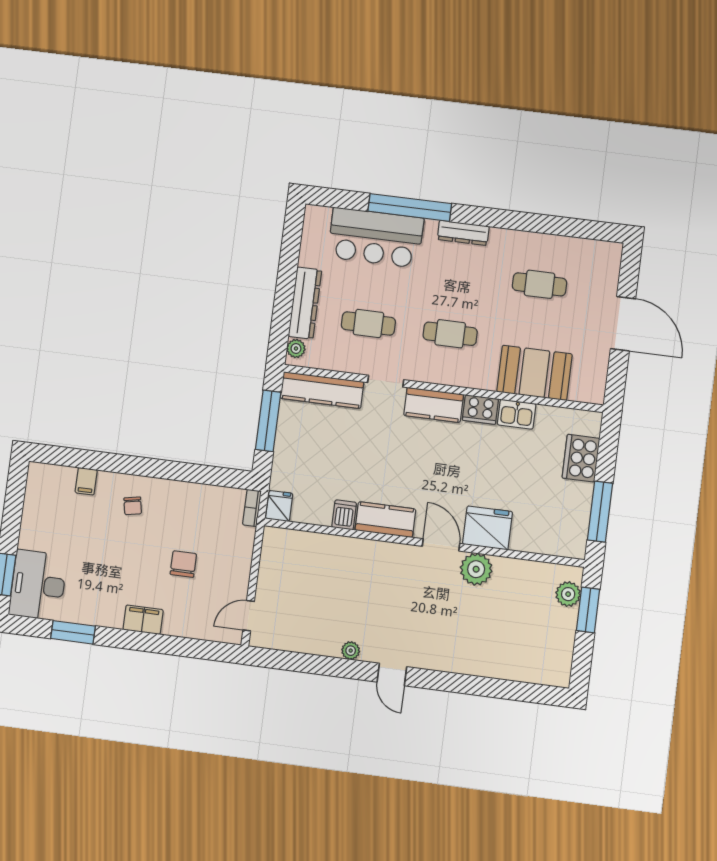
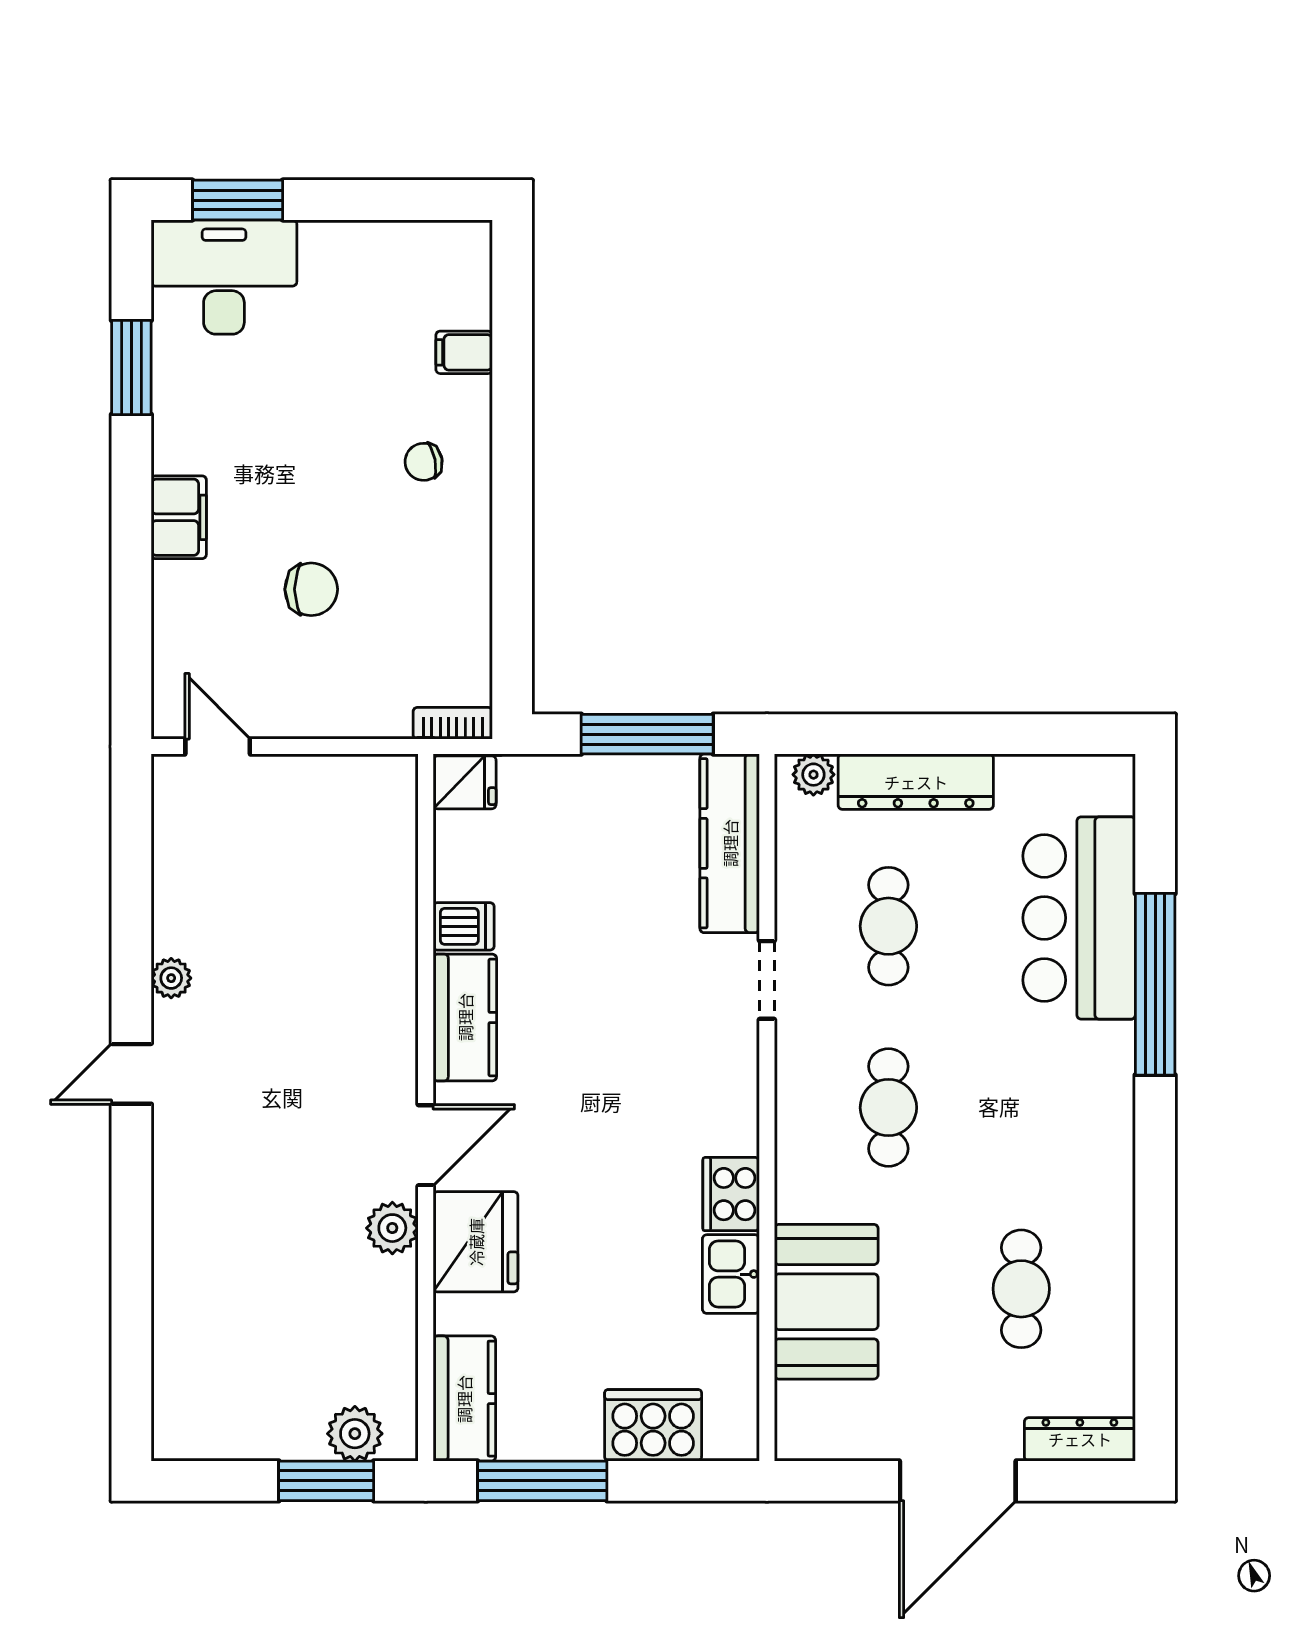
dresser: (463, 233) -> (1080, 1439), moved, turned 90
kitchen counter: (434, 405) -> (464, 1399), moved, turned 180
plant: (476, 569) -> (392, 1228), width x0.73, depth x0.73

